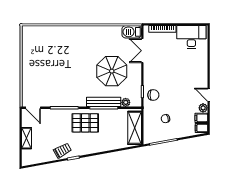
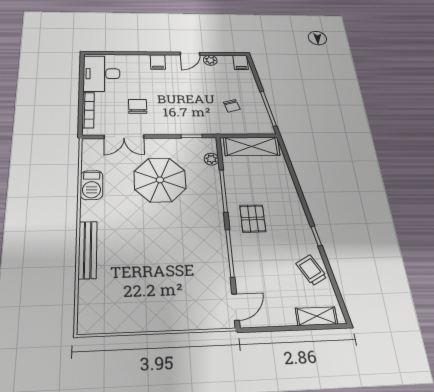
barbecue: (132, 32) -> (92, 185), moved
chair: (153, 95) -> (138, 106), moved
bench: (104, 102) -> (88, 250), moved
filing cabinet: (201, 118) -> (158, 62), moved
pallet: (85, 123) -> (253, 218), width x0.67, depth x0.71
shelving: (26, 138) -> (316, 316), moved
trolley: (62, 150) -> (311, 270), moved

